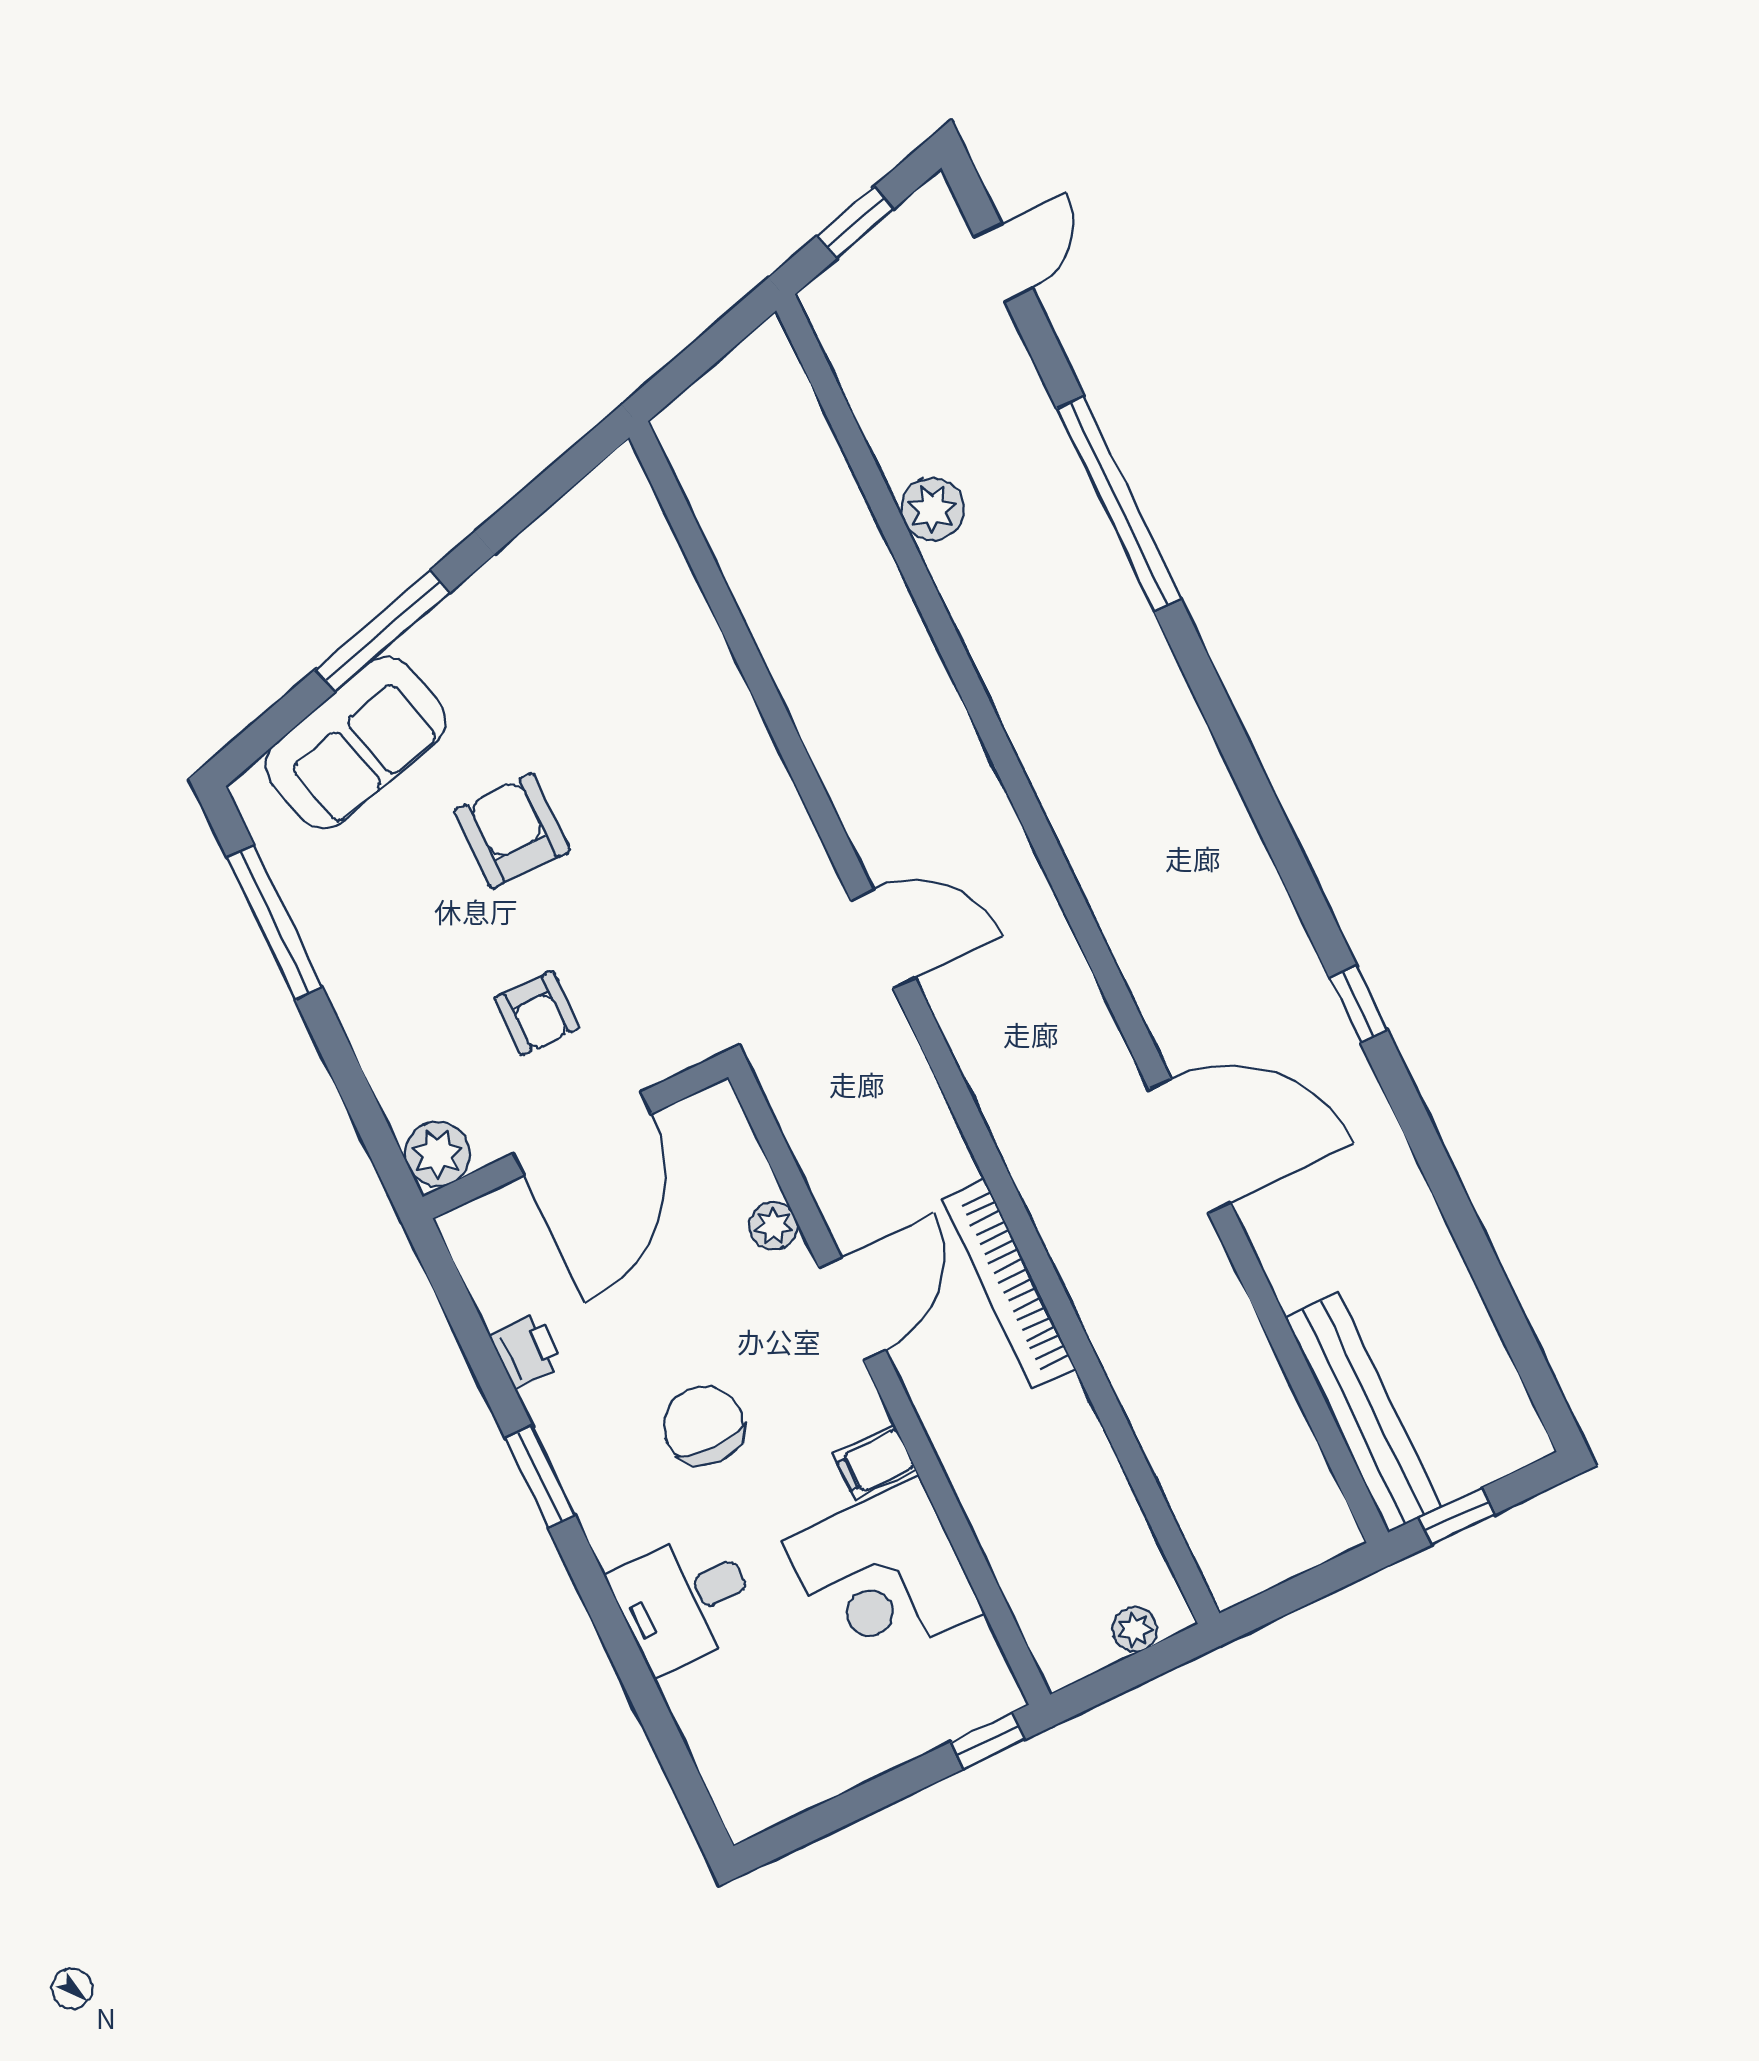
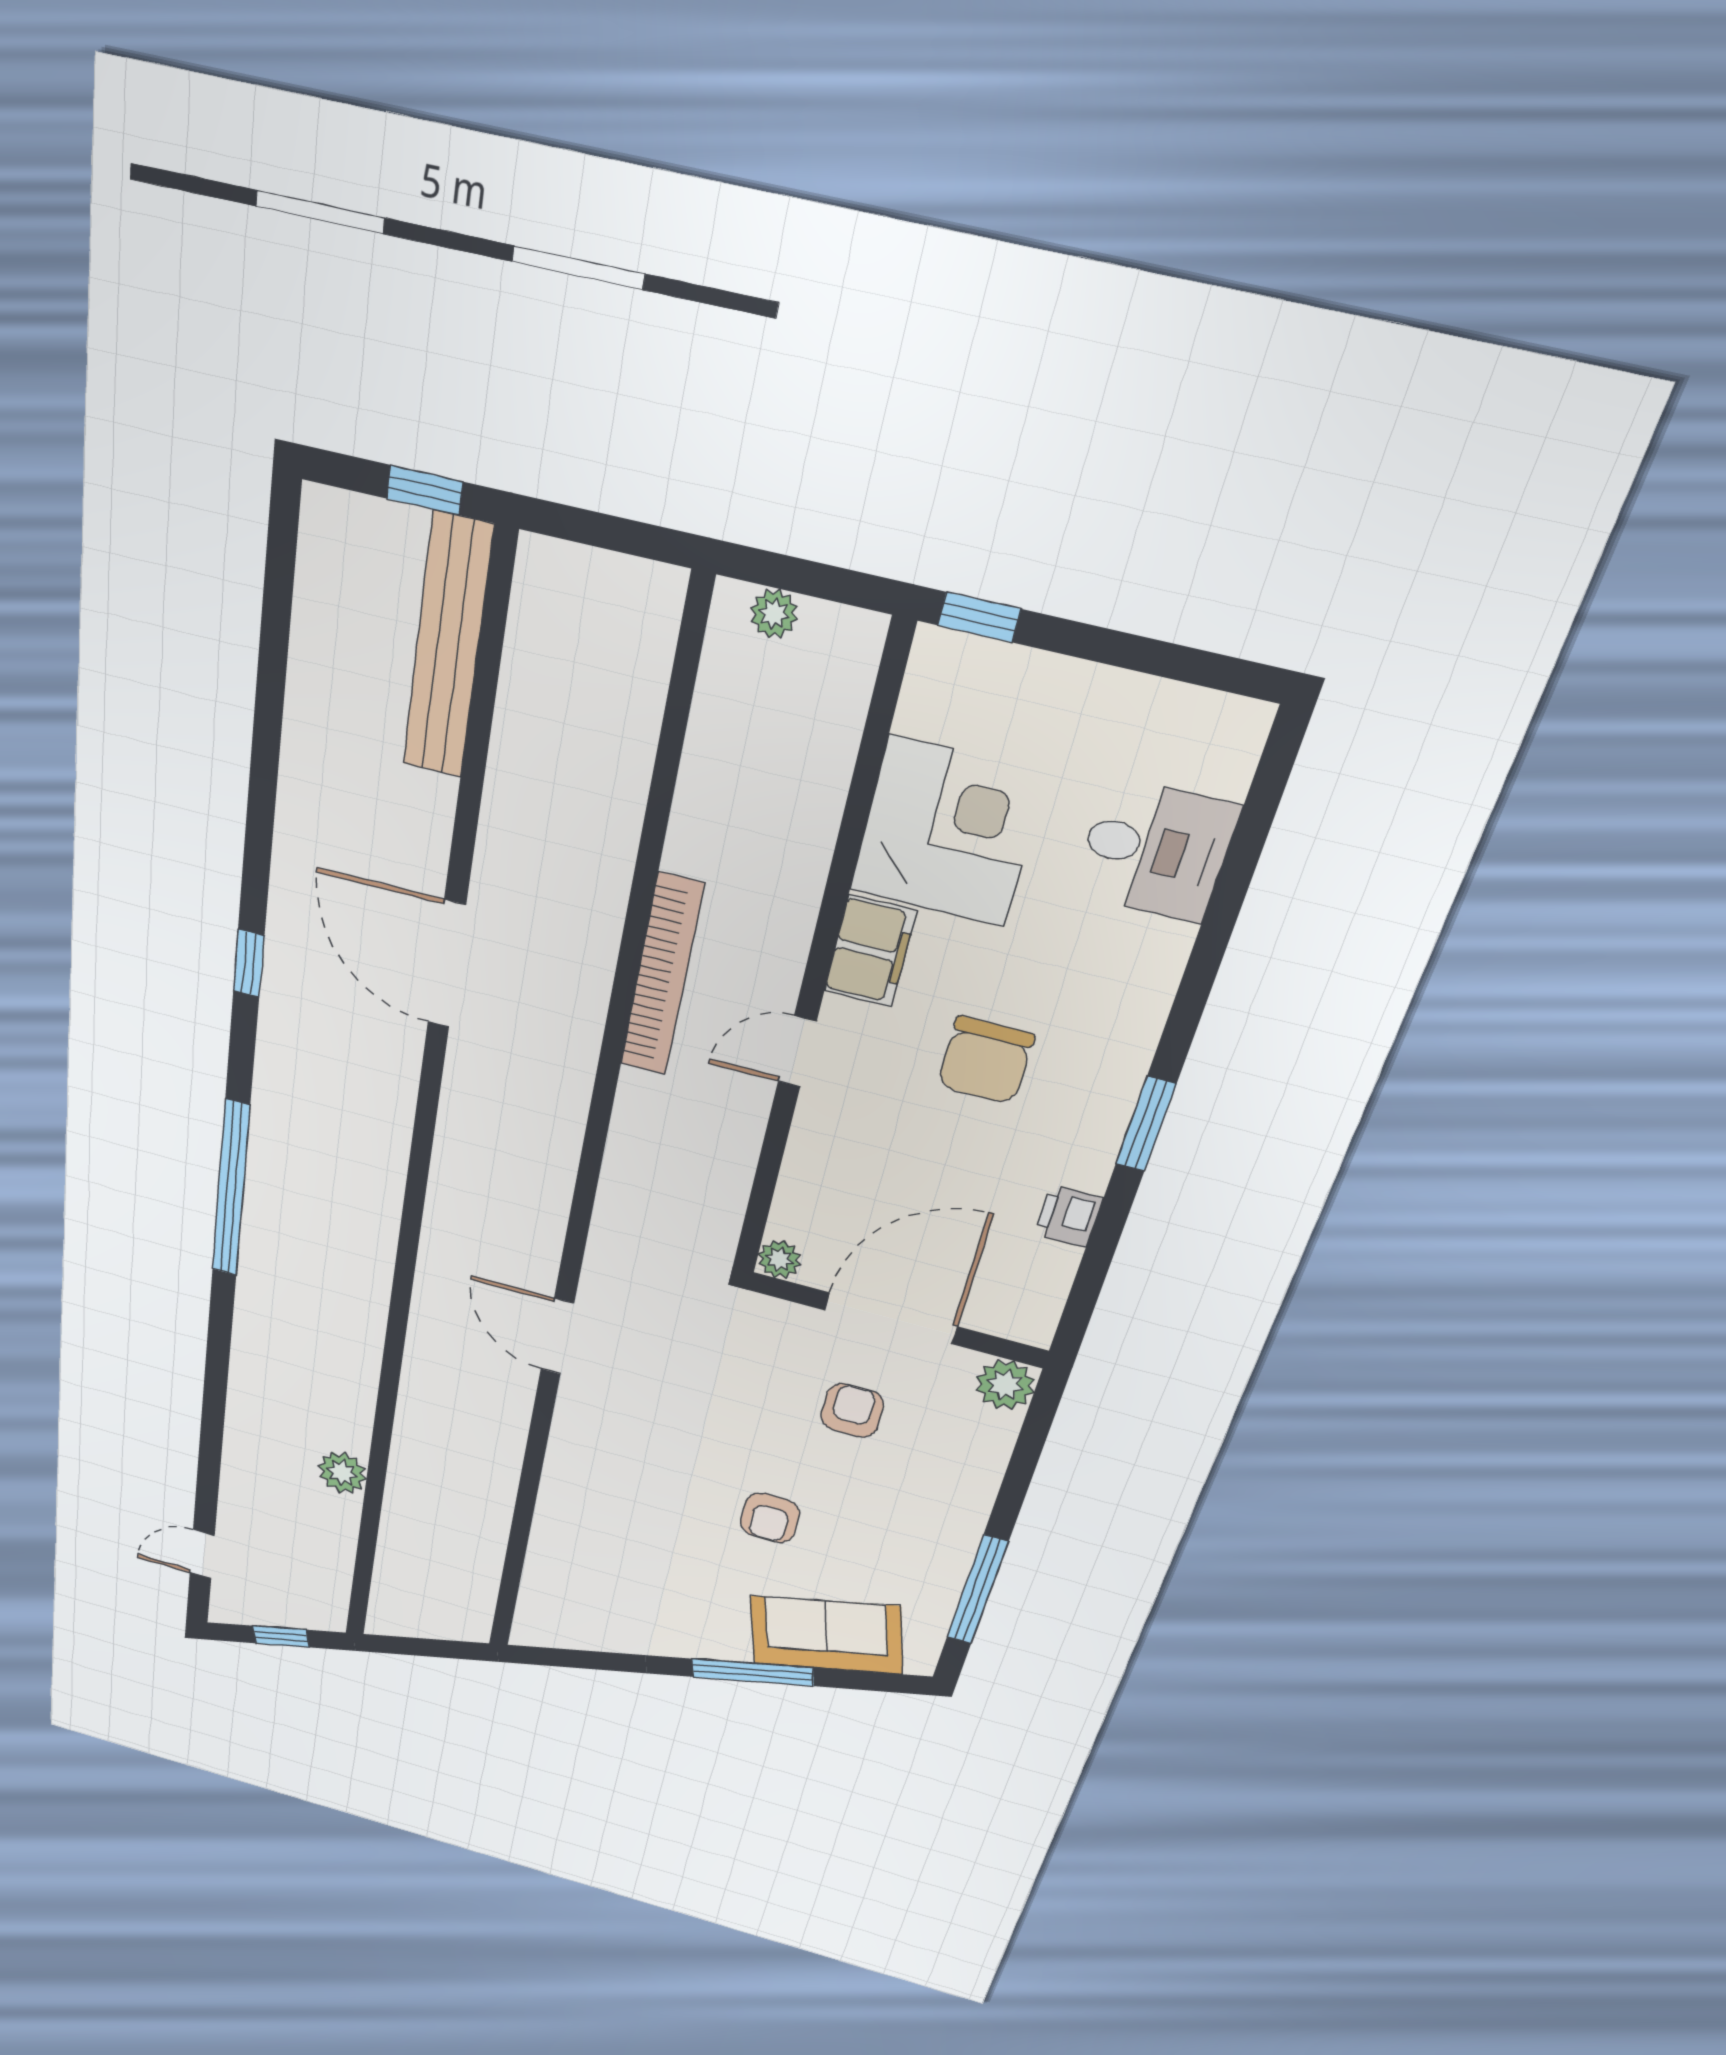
window: (1119, 504) -> (231, 1189), moved
armchair: (512, 831) -> (770, 1518), width x0.72, depth x0.72
door: (883, 939) -> (557, 1336), moved
plant: (773, 1226) -> (780, 1259), moved
door: (853, 1309) -> (797, 1051), width x0.73
filing cabinet: (875, 1462) -> (870, 951), width x2.00
desk: (685, 1600) -> (1155, 850), moved

